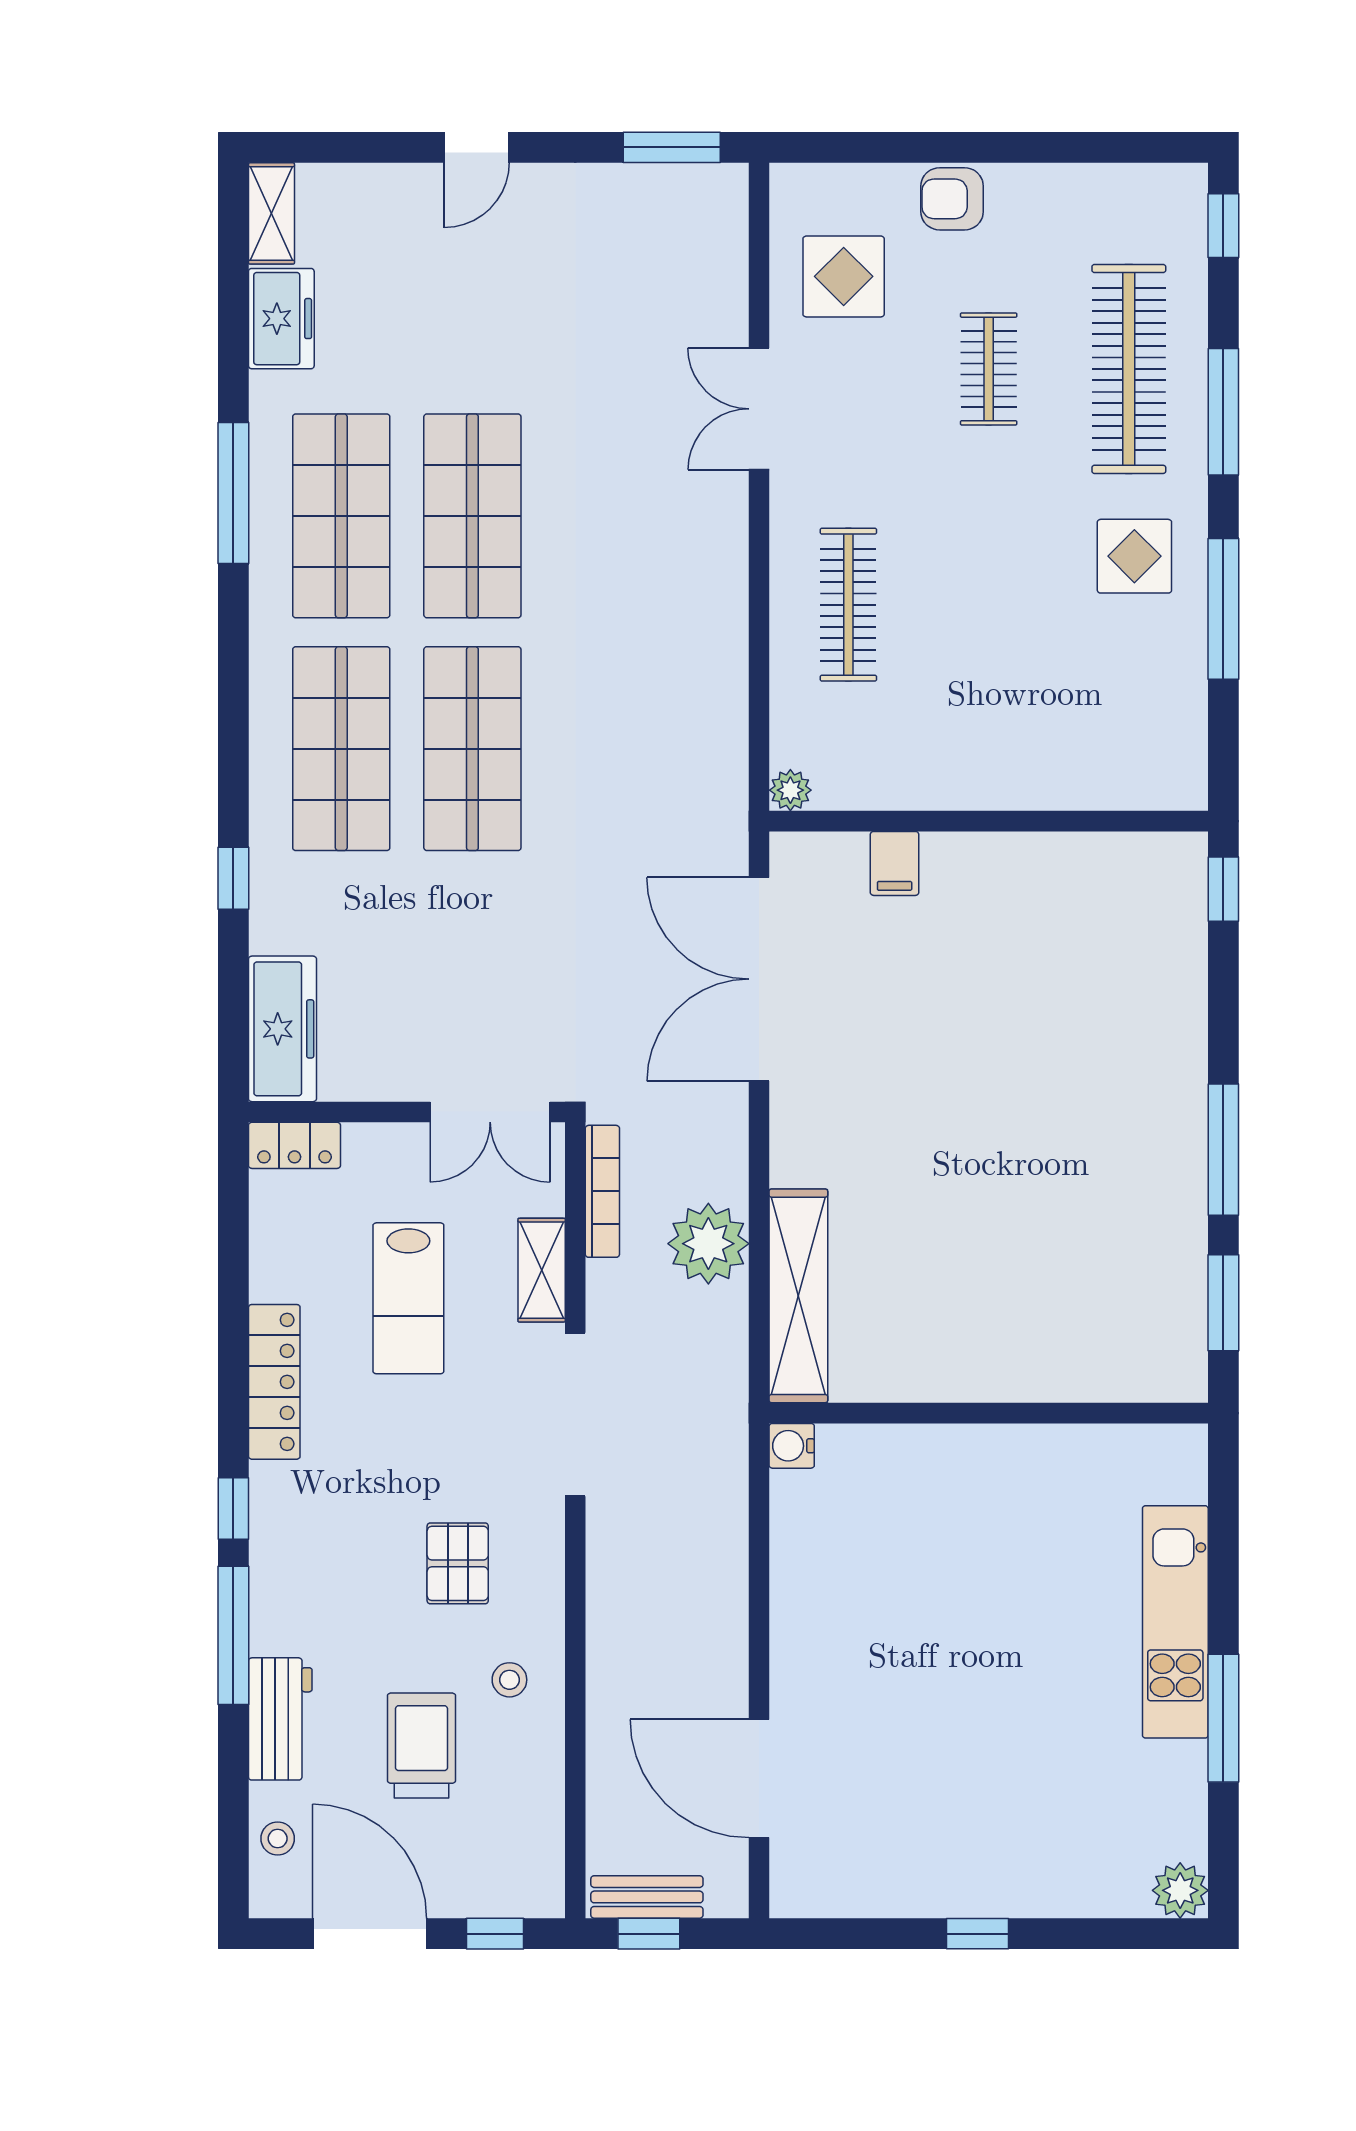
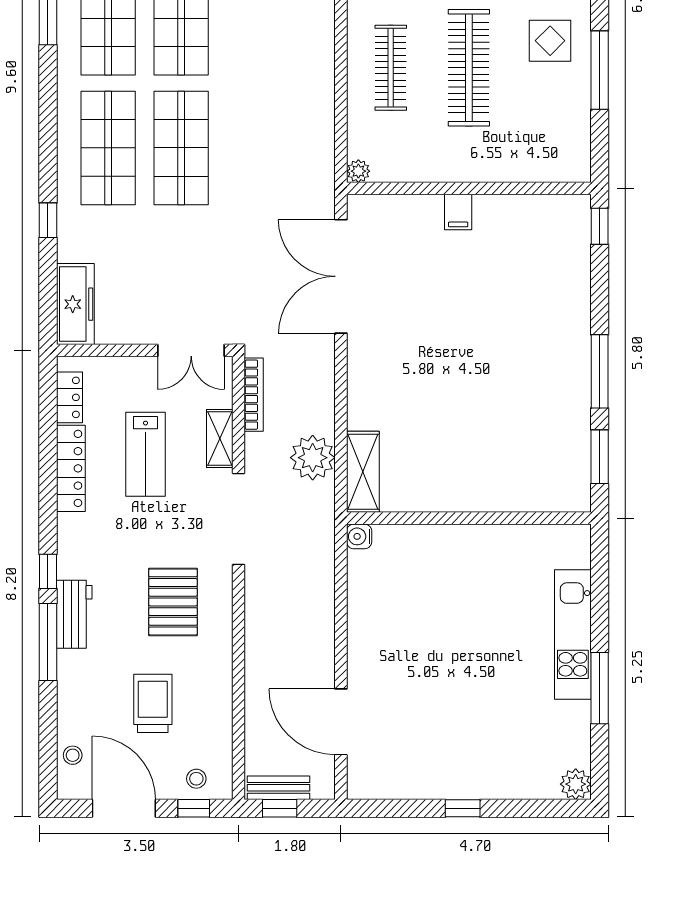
clothes rail: (989, 605) -> (469, 68), added
filing cabinet: (895, 863) -> (458, 212), moved
locker: (294, 1145) -> (69, 397), moved, turned -90
plant: (708, 1244) -> (313, 458), moved
shelving: (798, 1296) -> (363, 472), width x0.68
locker: (274, 1382) -> (71, 468), moved
pallet: (458, 1563) -> (173, 602), width x1.50, depth x1.42
stool: (509, 1680) -> (196, 779), moved
workbench: (280, 1719) -> (74, 614), moved

